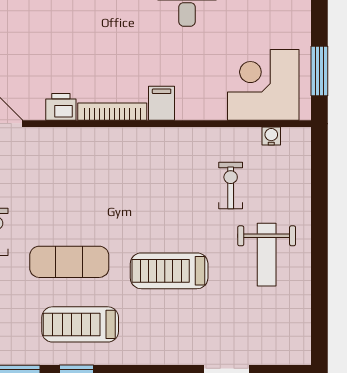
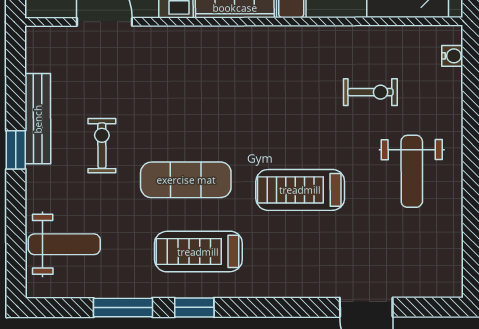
water cooler: (271, 136) -> (452, 56), moved, turned 90
exercise bike: (231, 186) -> (370, 92), turned 90

